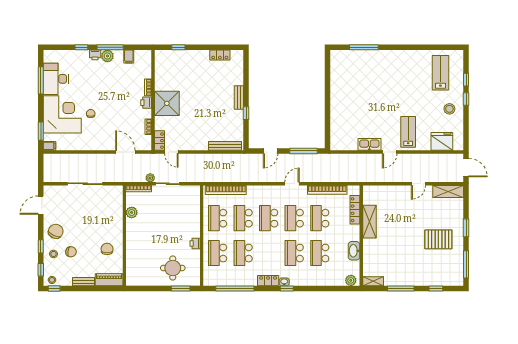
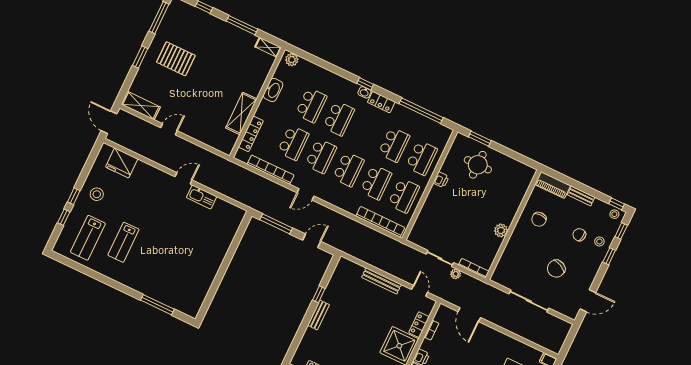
lab bench: (408, 132) -> (123, 242), moved
locker: (160, 141) -> (419, 325), moved
bench: (225, 146) -> (381, 281), moved
plant: (132, 212) -> (501, 230), moved
chair: (56, 231) -> (556, 269), moved

